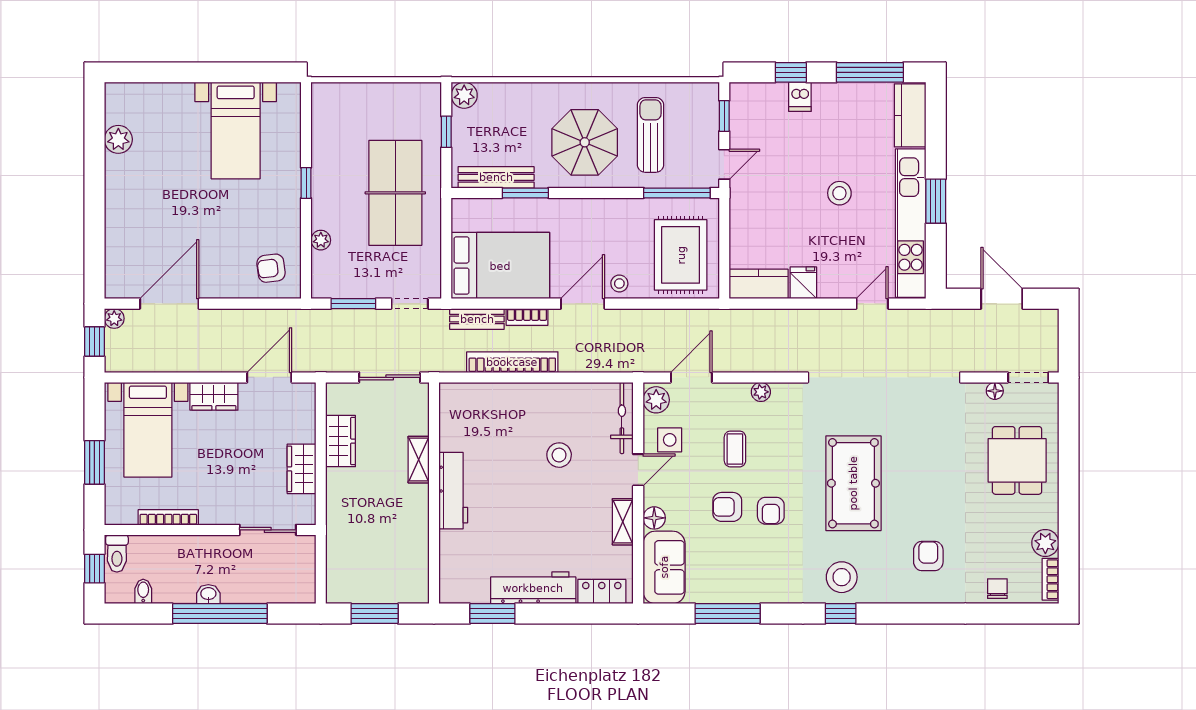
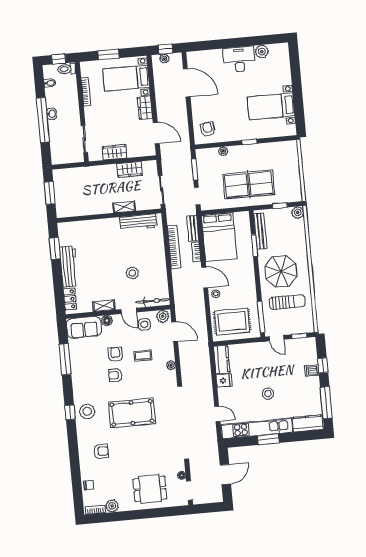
desk: (130, 188) -> (239, 59), added
plant: (114, 318) -> (164, 59), moved
workbench: (453, 491) -> (138, 222), moved

